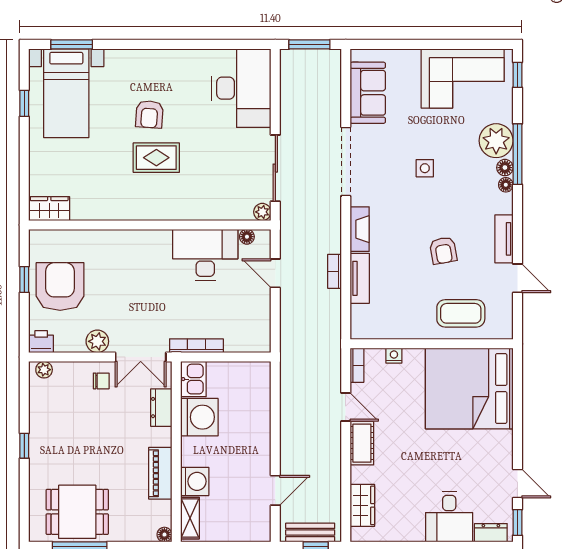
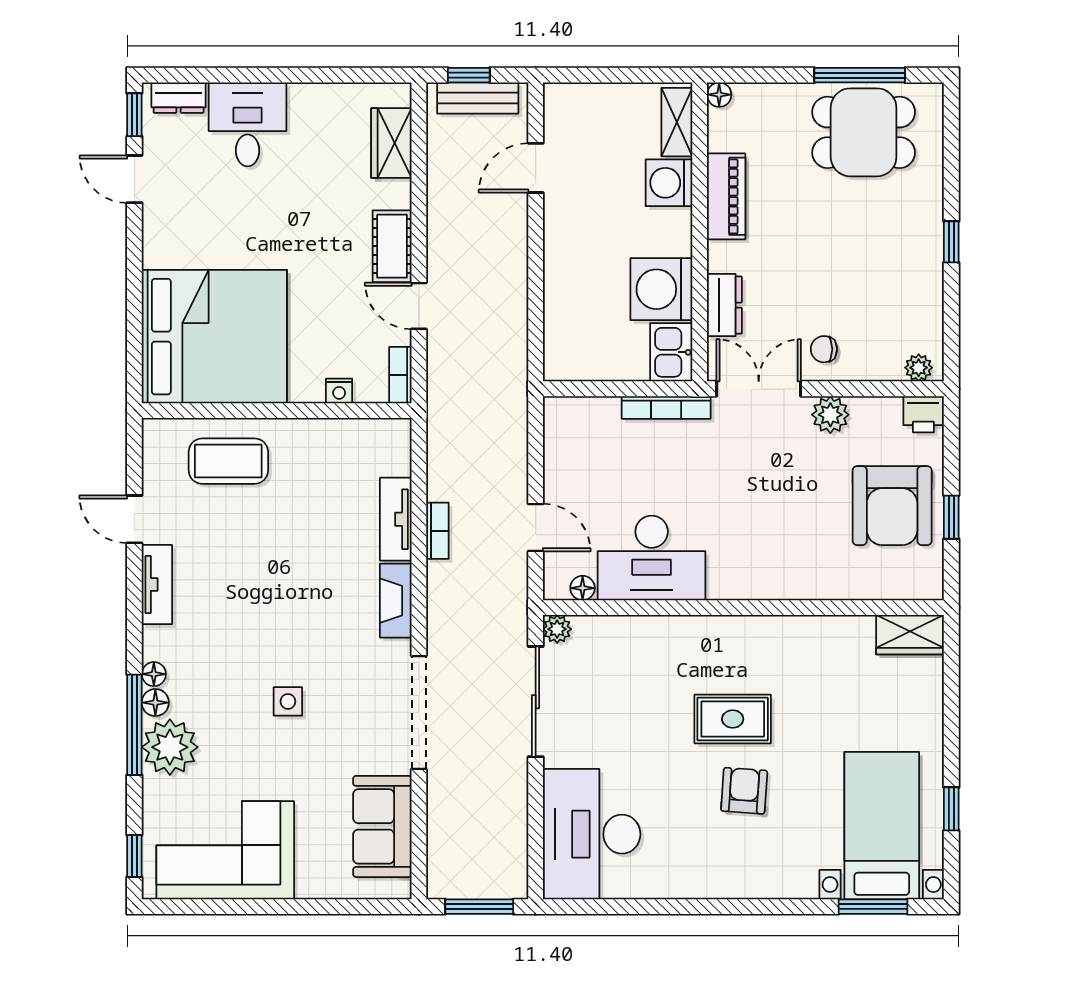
armchair: (443, 251) -> (257, 565), removed

